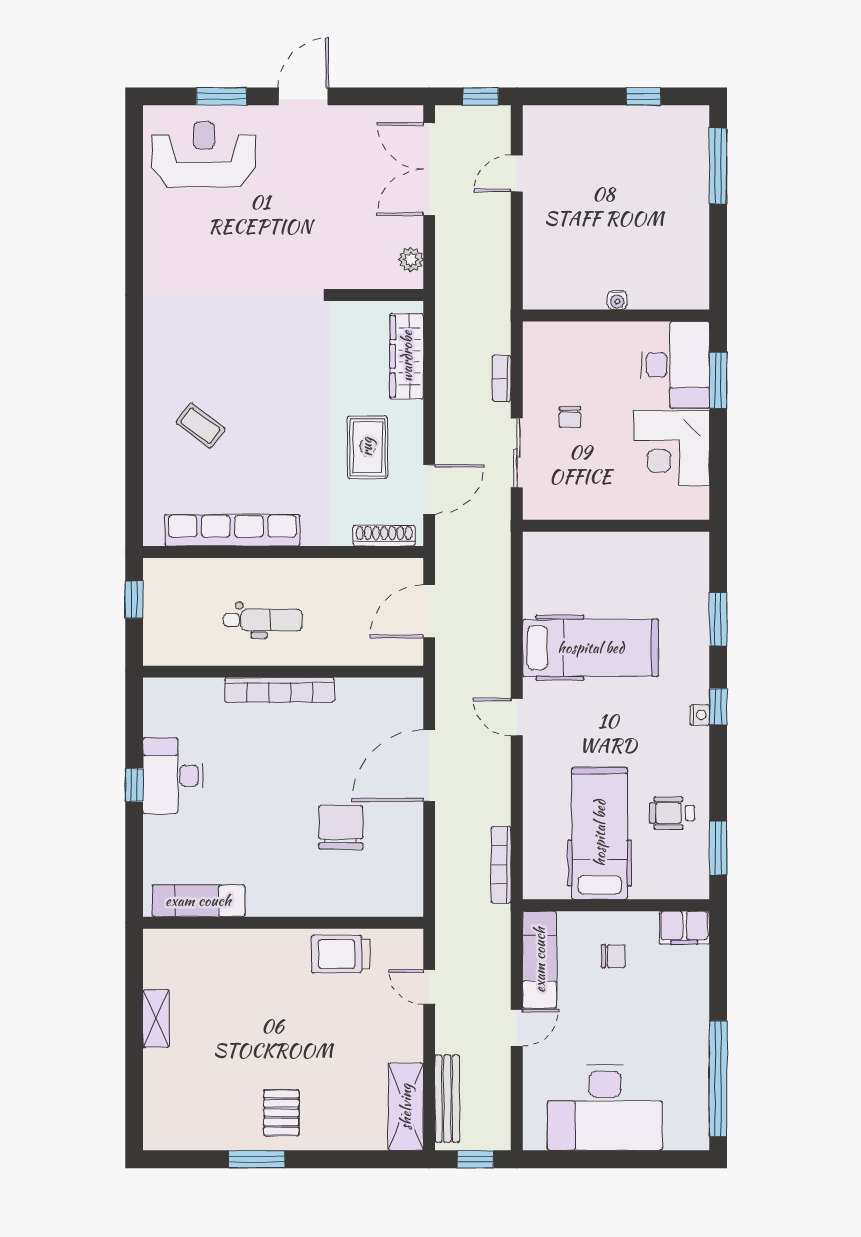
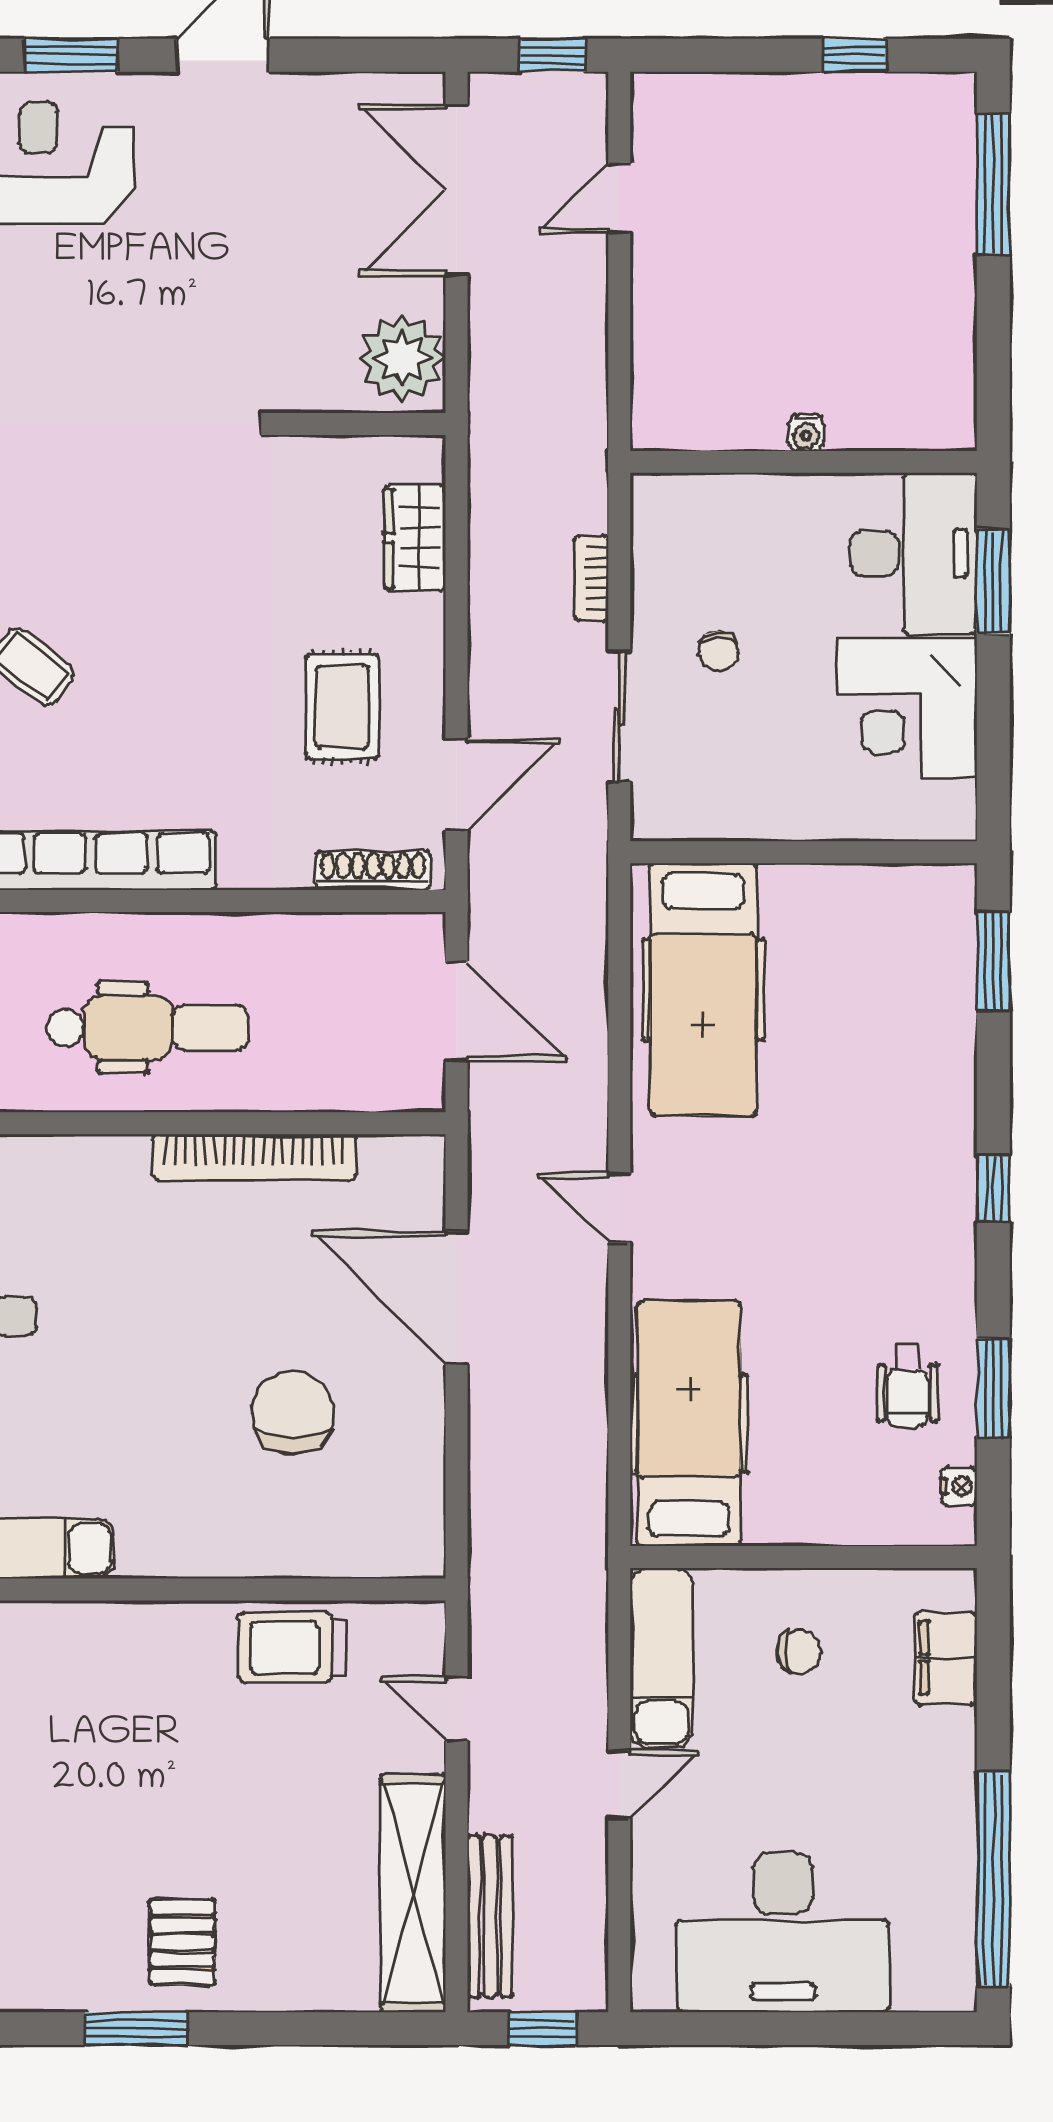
plant: (411, 260) -> (402, 358), width x1.87, depth x1.87
wardrobe: (407, 356) -> (415, 538), width x0.67
door: (429, 611) -> (457, 1011), swing flipped
window: (718, 619) -> (993, 961), moved
dental chair: (263, 620) -> (148, 1028), width x1.36, depth x1.38
hospital bed: (591, 648) -> (703, 989), moved, turned 90
bookcase: (279, 690) -> (254, 1157), moved
nightstand: (700, 715) -> (959, 1486), moved
door: (429, 766) -> (457, 1298), hinge flipped
wheelchair: (672, 813) -> (908, 1386), turned -90
hospital bed: (600, 833) -> (689, 1424), moved
window: (718, 848) -> (993, 1388), moved
bookcase: (501, 865) -> (590, 1482), removed
filing cabinet: (684, 928) -> (946, 1658), moved, turned 90
shelving: (406, 1107) -> (413, 1893), width x1.47

